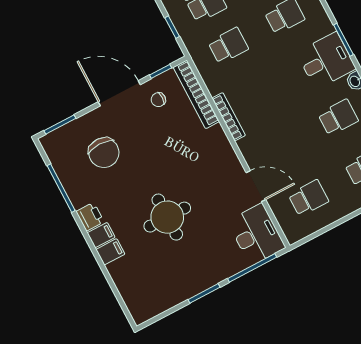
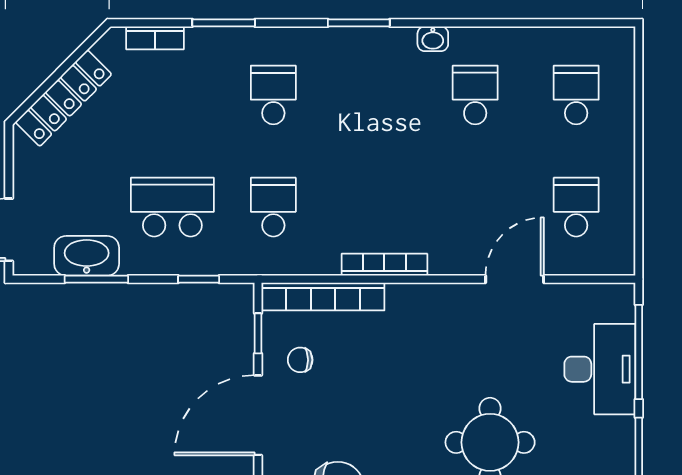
desk: (326, 61) -> (377, 67), removed
chair: (158, 100) -> (300, 360), turned 90
desk: (256, 234) -> (600, 369), moved, turned 90

